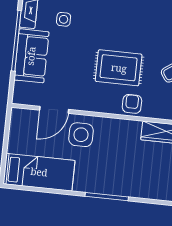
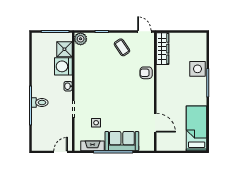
rug: (119, 68) -> (124, 84), removed
side table: (81, 135) -> (198, 69), moved

